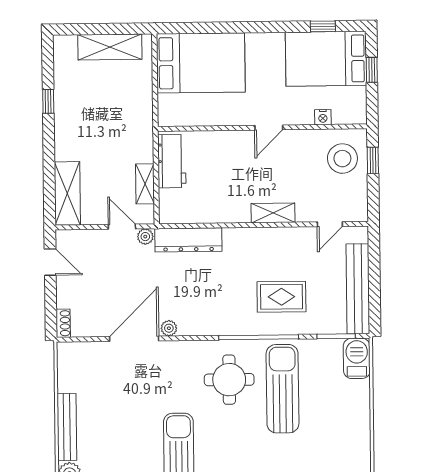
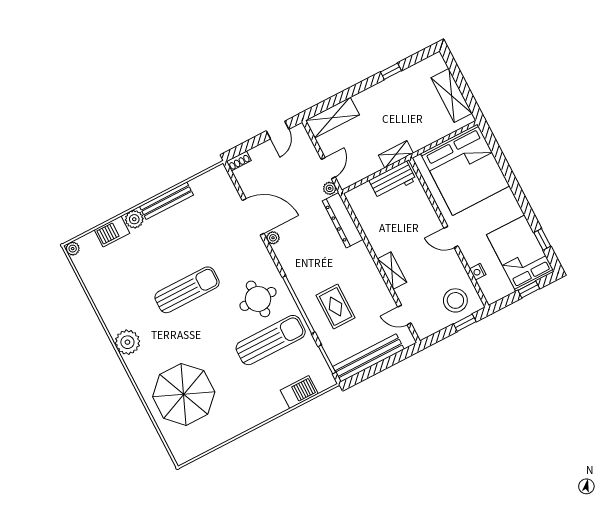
bed: (201, 63) -> (465, 170), width x1.36
shelving: (145, 184) -> (396, 154), moved
barbecue: (357, 358) -> (299, 392), moved

